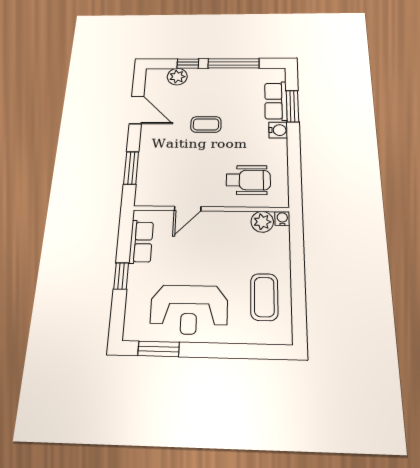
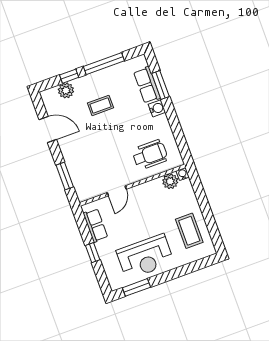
coffee table: (206, 124) -> (100, 105), moved

